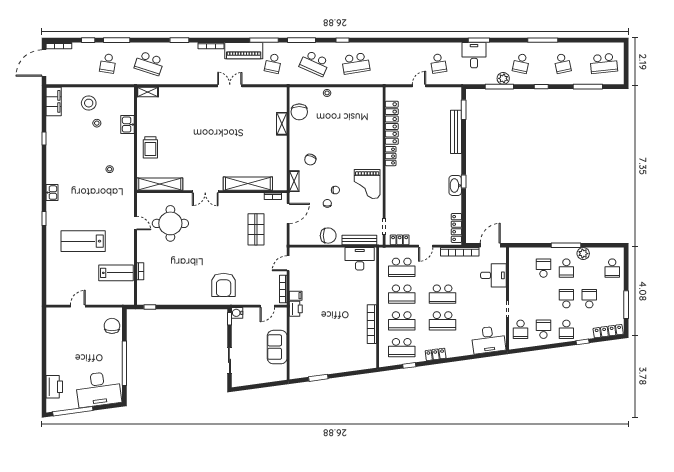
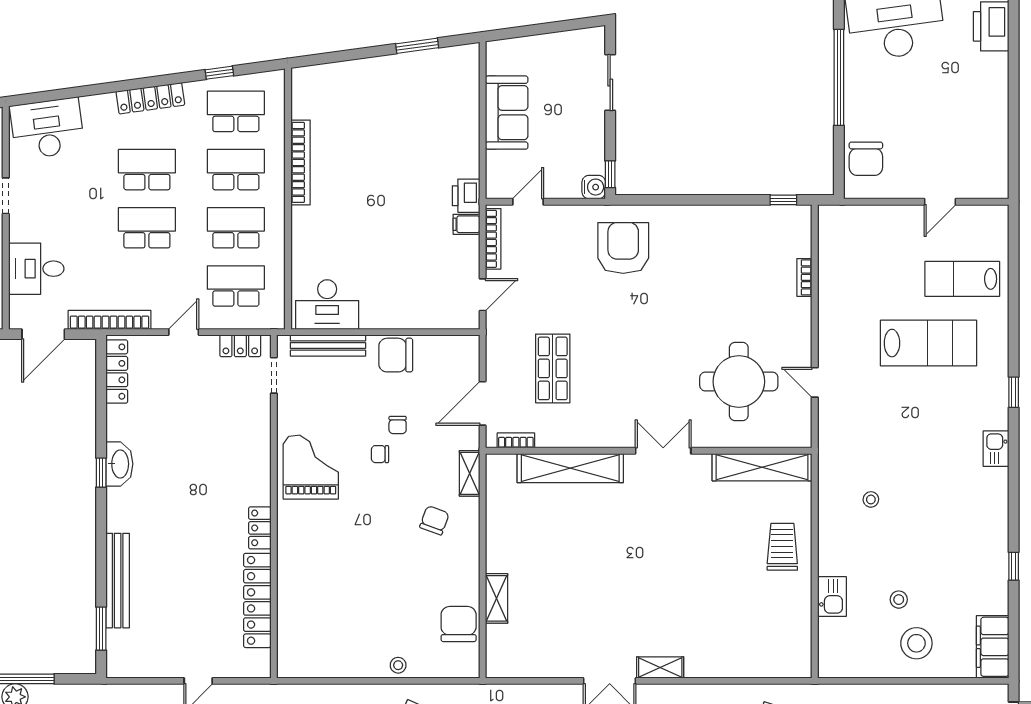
shelving: (148, 92) -> (660, 667), moved
lab bench: (116, 273) -> (962, 279), moved
locker: (436, 354) -> (150, 98), width x1.53

